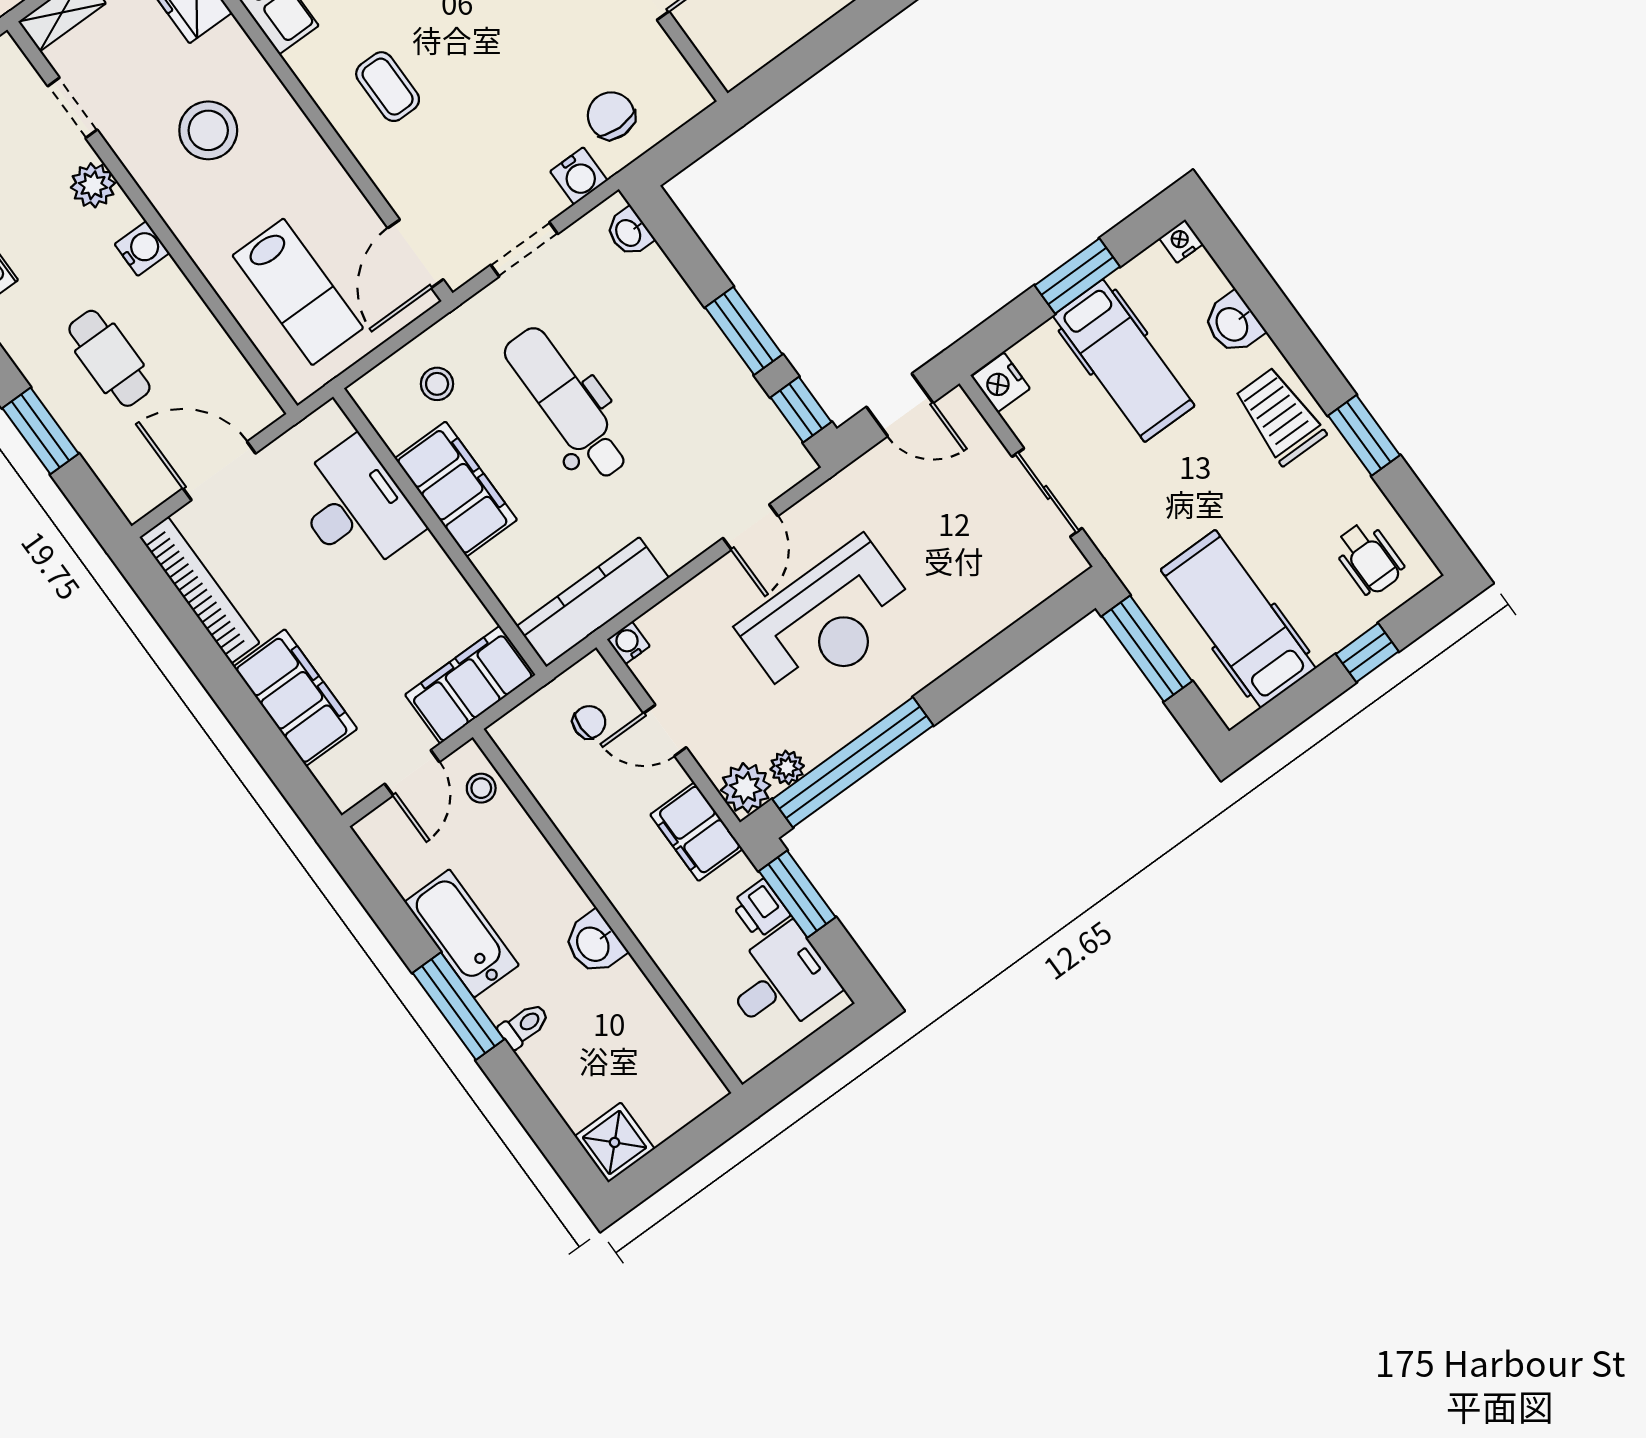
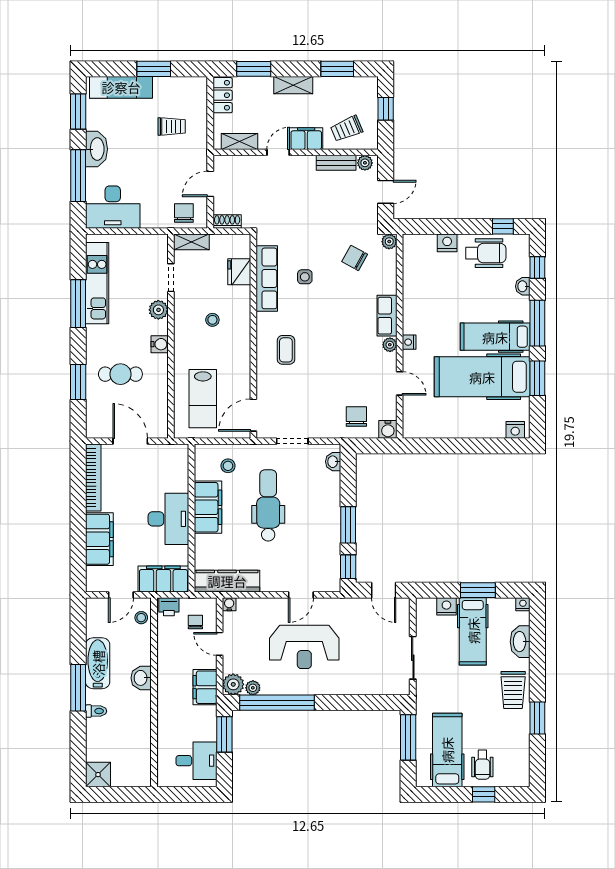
stool: (208, 130) -> (212, 320), width x0.53, depth x0.53
water cooler: (579, 176) -> (388, 429), moved
washbasin: (1233, 324) -> (520, 642), width x1.38
cafe table: (109, 358) -> (120, 374), turned 90
nightstand: (1001, 383) -> (446, 606), moved, turned 90
trolley: (1280, 416) -> (513, 690), turned 180
desk: (355, 507) -> (168, 519), moved
wheelchair: (1369, 558) -> (482, 765), moved
chair: (589, 722) -> (195, 622), turned -90
printer: (760, 909) -> (169, 607), moved, turned -90
washbasin: (594, 943) -> (141, 678), moved

